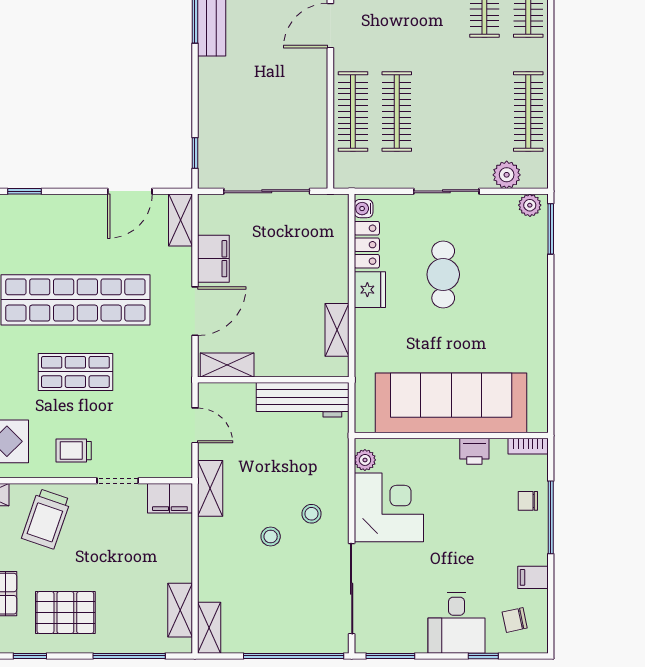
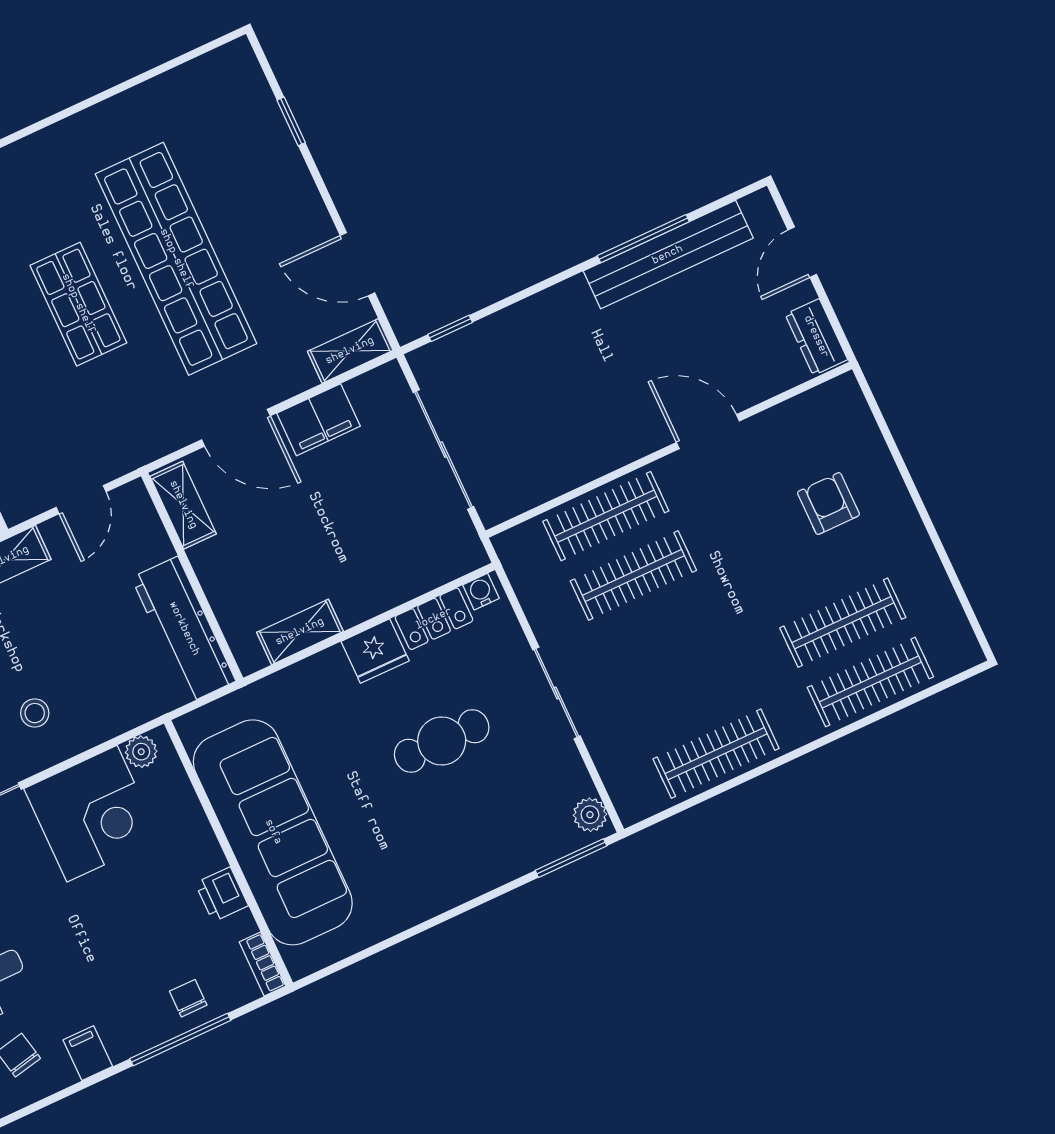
plant: (507, 175) -> (617, 764), removed

